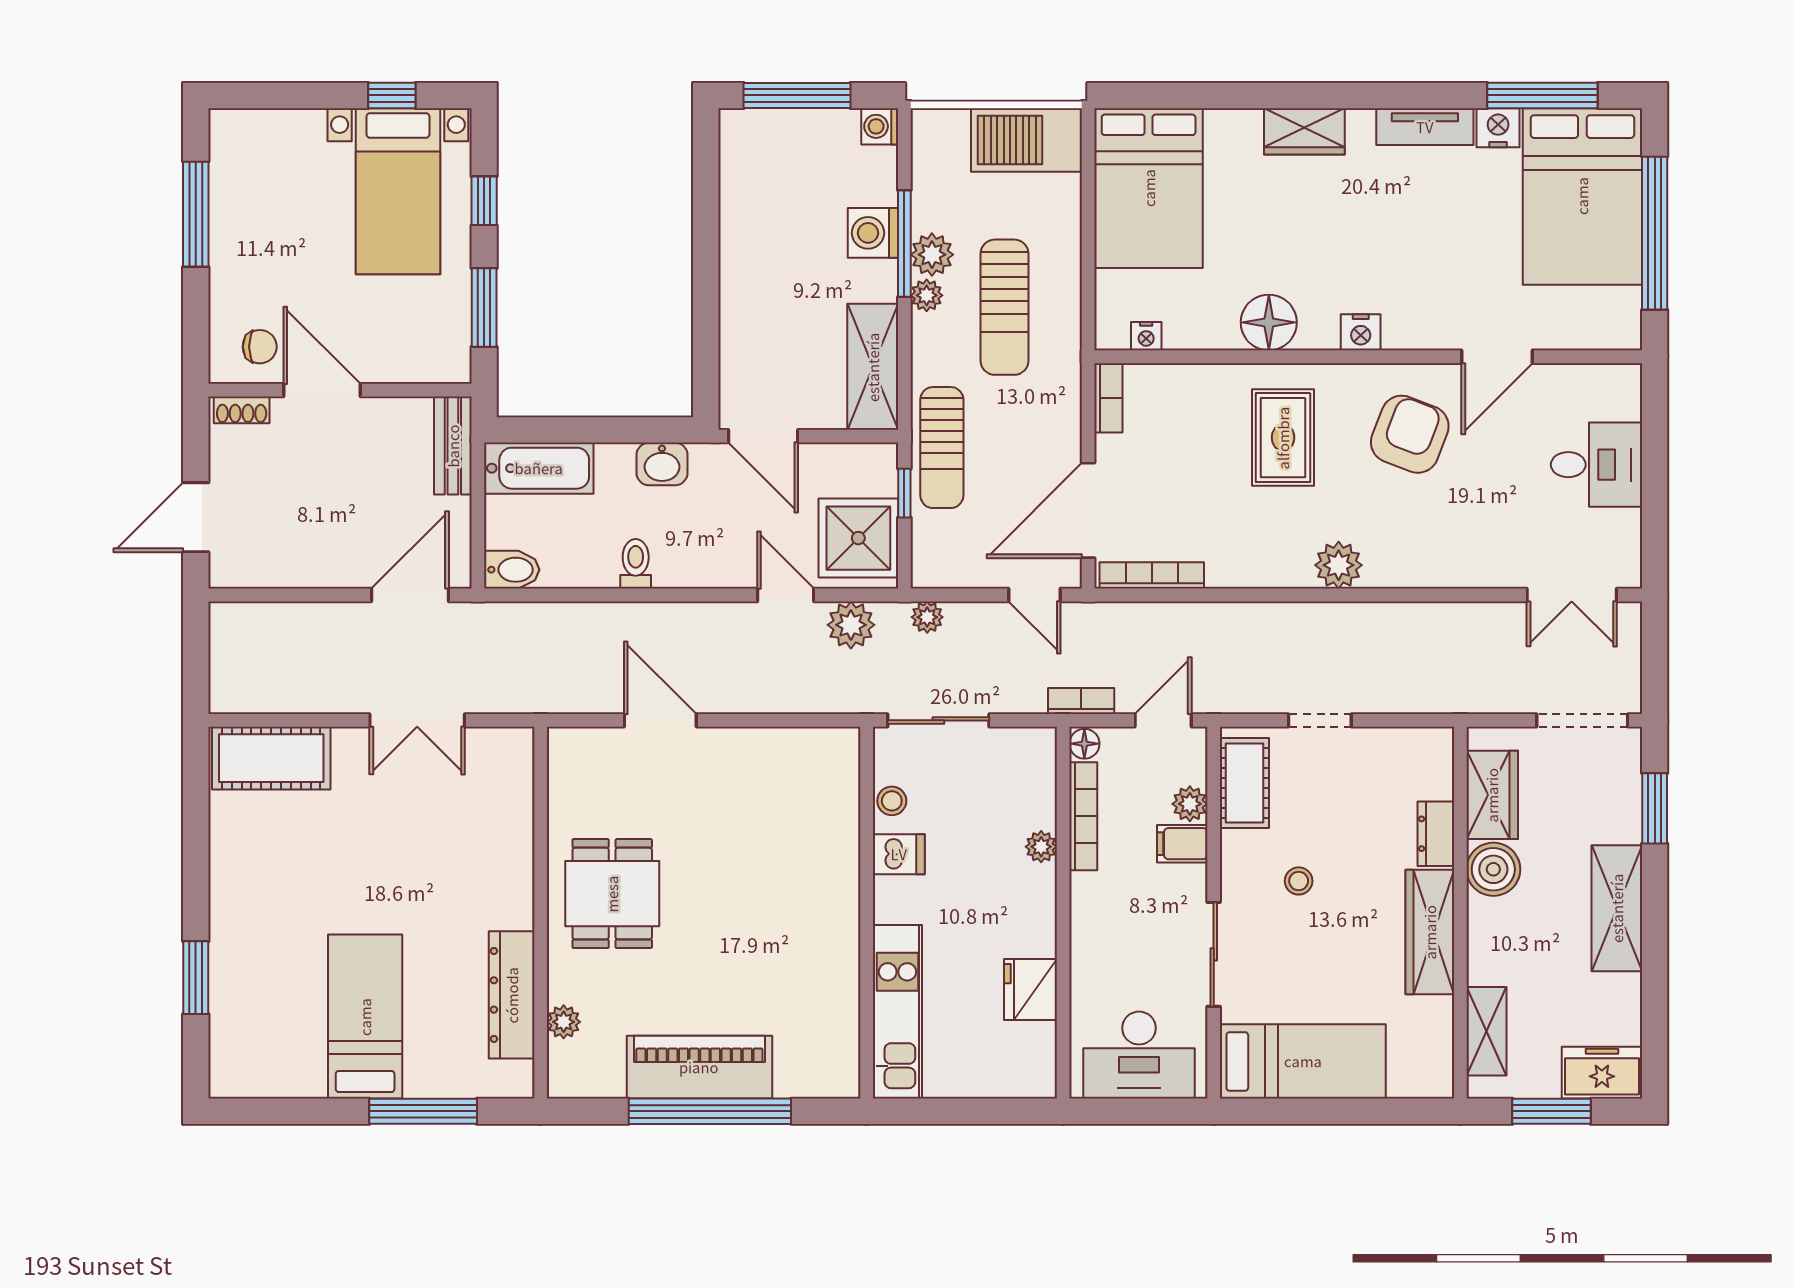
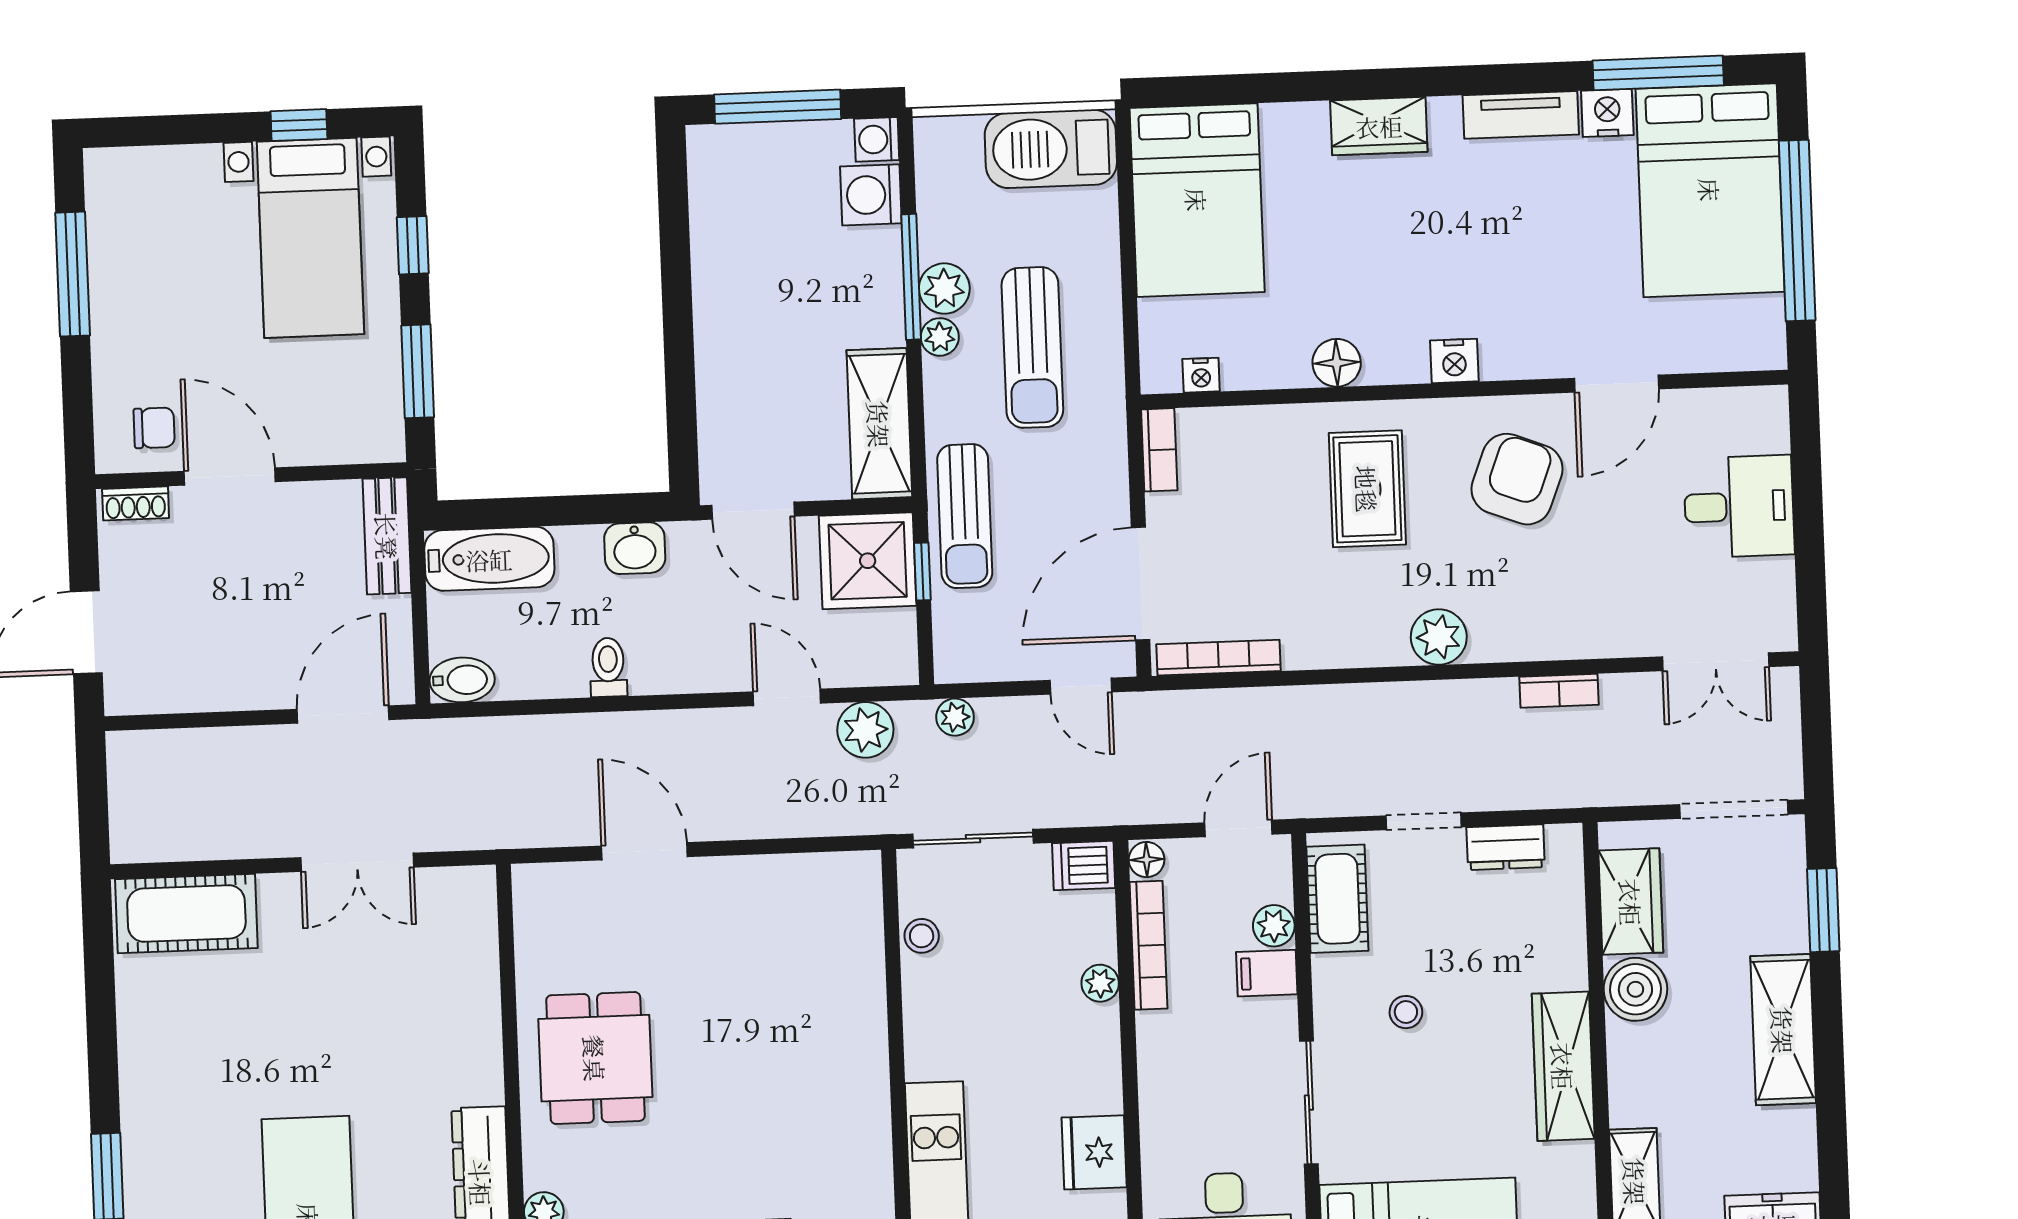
washing machine: (873, 233) -> (871, 195), moved
floor lamp: (1269, 322) -> (1337, 363), width x0.73, depth x0.73
shower: (858, 538) -> (868, 561), moved
bookcase: (1081, 701) -> (1559, 691), moved, turned 180
dresser: (1436, 834) -> (1506, 847), moved, turned -90
dishwasher: (899, 854) -> (1084, 866), moved, turned 180

